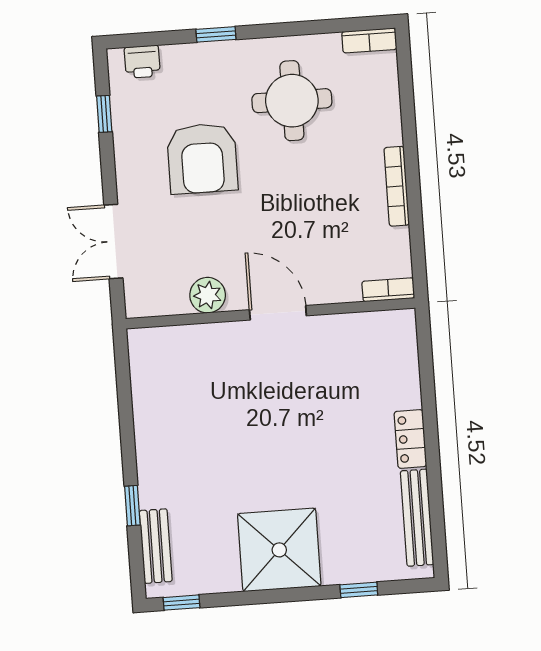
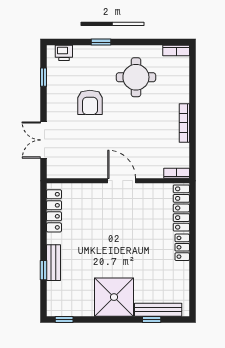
armchair: (202, 158) -> (90, 102), width x0.73, depth x0.73
plant: (208, 295) -> (88, 170), removed
locker: (403, 359) -> (181, 208), added
locker: (145, 384) -> (54, 211), added
bench: (417, 518) -> (158, 310), moved, turned 90
bench: (156, 546) -> (54, 263), moved

